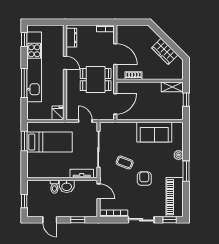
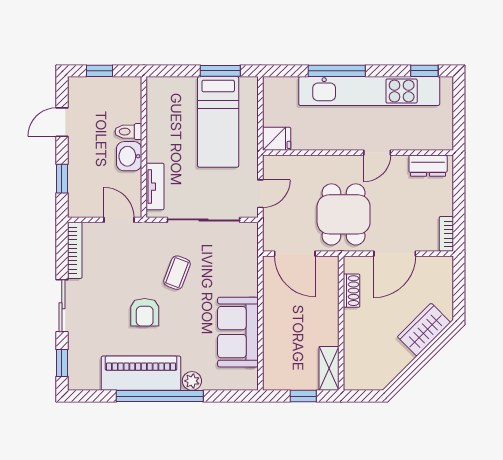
wardrobe: (165, 51) -> (424, 330), moved
window: (186, 171) -> (160, 396), width x2.11
armchair: (144, 179) -> (145, 312), turned 90
door: (98, 191) -> (119, 220), swing flipped
piano: (175, 197) -> (141, 373), moved

